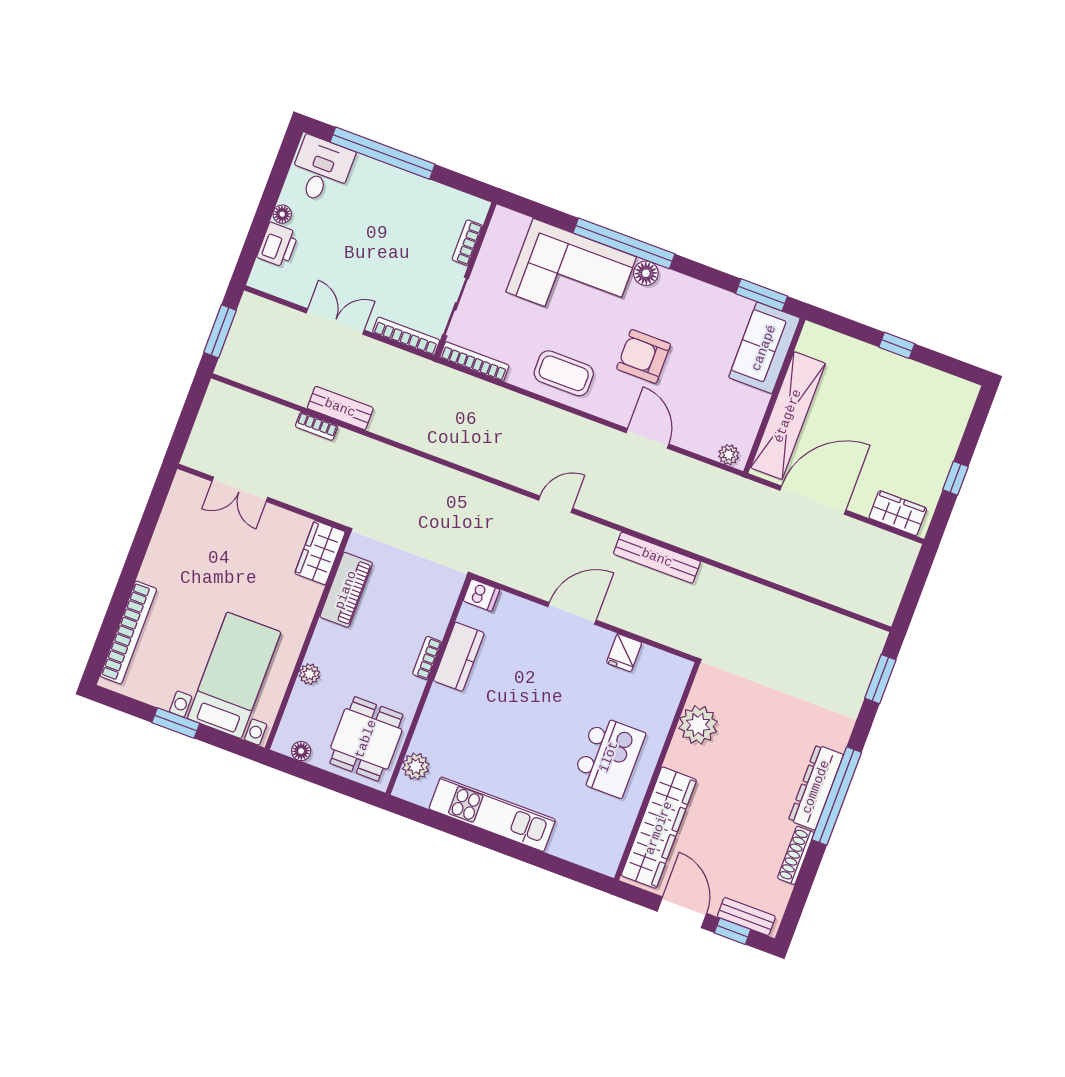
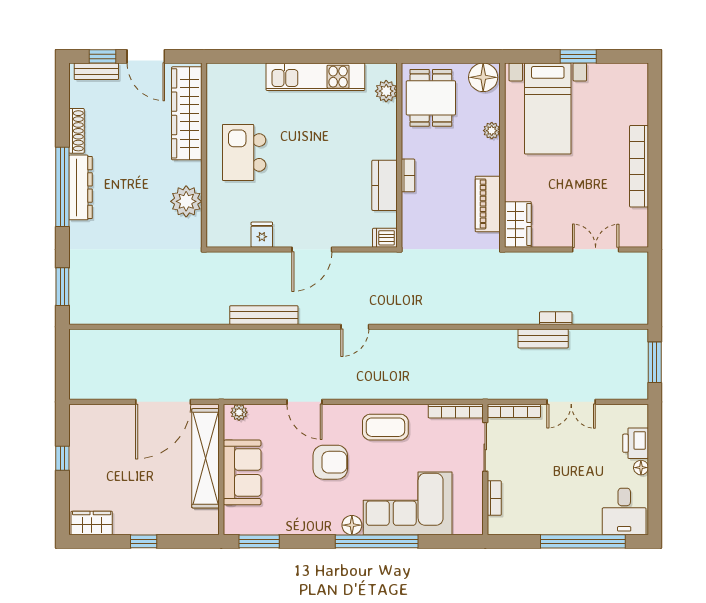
sofa: (764, 348) -> (242, 472), moved
wardrobe: (898, 513) -> (92, 523), moved, turned 180
bookcase: (128, 633) -> (639, 166), moved
floor lamp: (301, 751) -> (483, 77), width x1.89, depth x1.89

